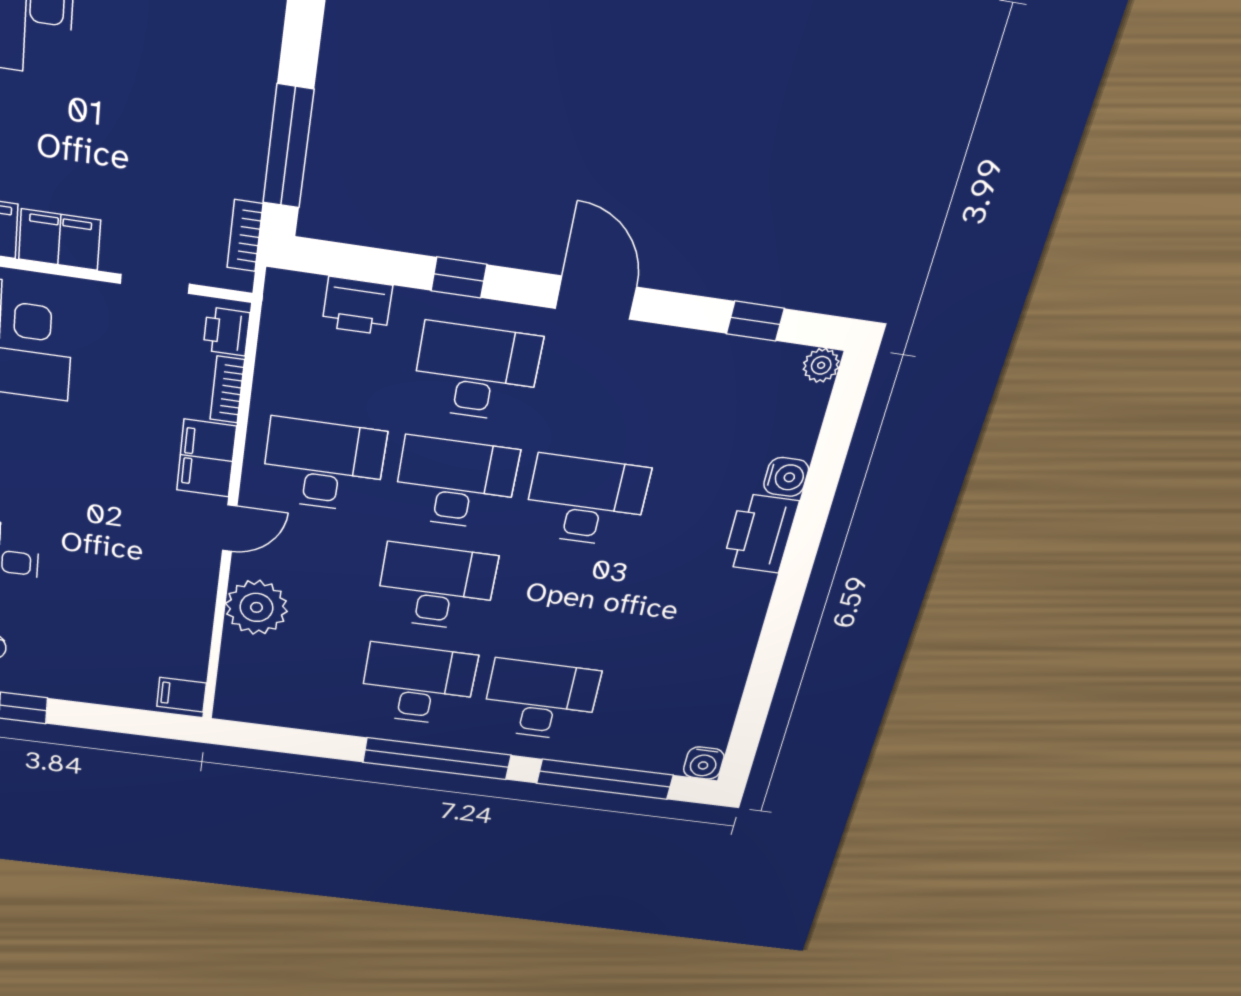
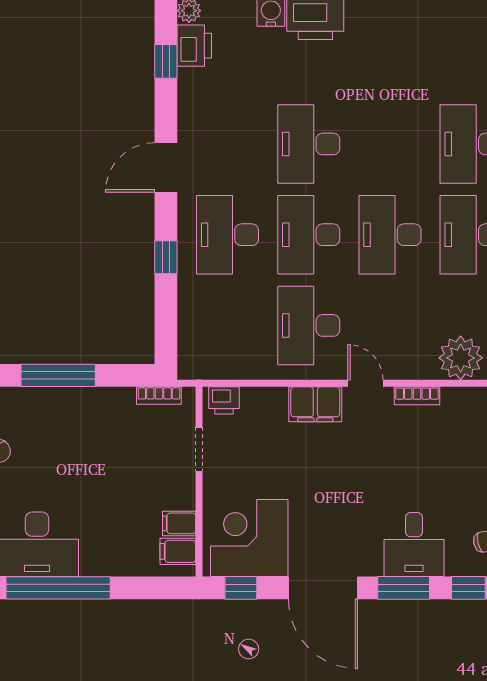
window: (288, 147) -> (58, 375), moved
filing cabinet: (60, 240) -> (179, 523), width x0.50
printer: (357, 306) -> (194, 46), moved
bookcase: (227, 390) -> (417, 396), moved
plant: (256, 607) -> (461, 358), moved

